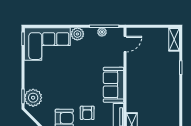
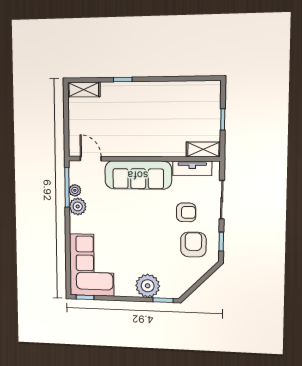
plant: (77, 34) -> (78, 206), moved
sofa: (114, 85) -> (138, 175), width x1.36
plant: (33, 98) -> (148, 286), moved

